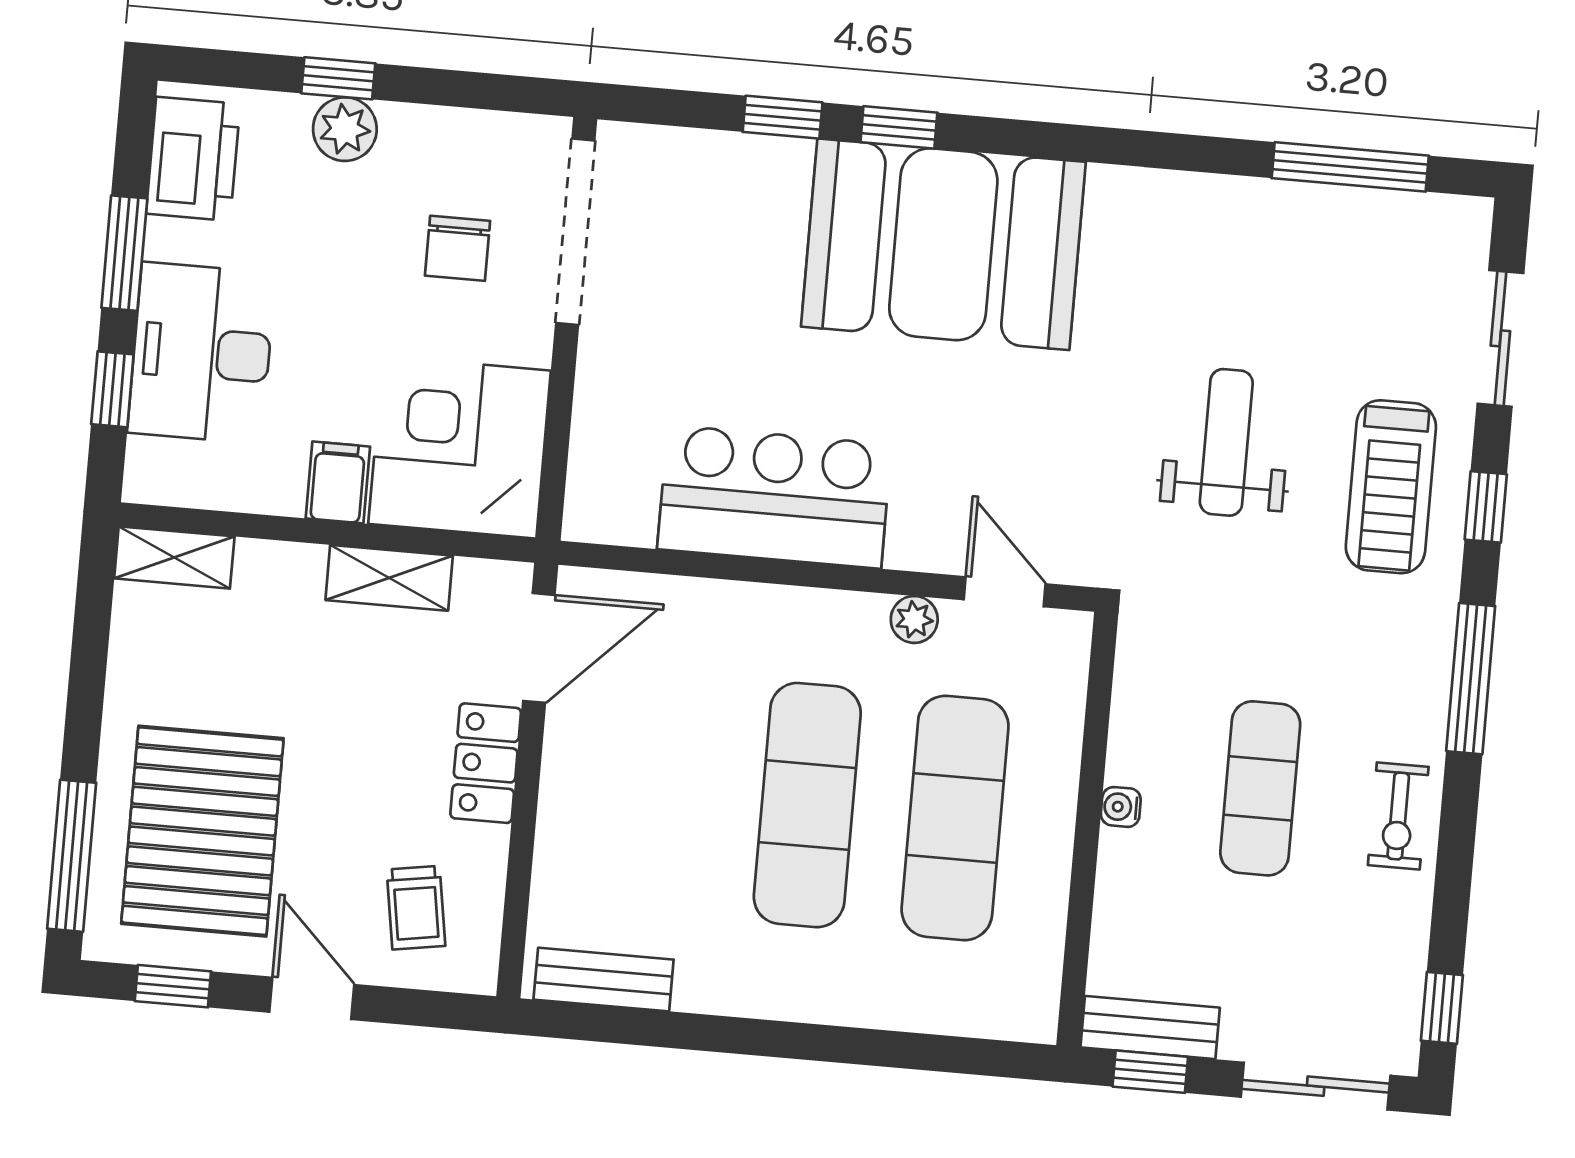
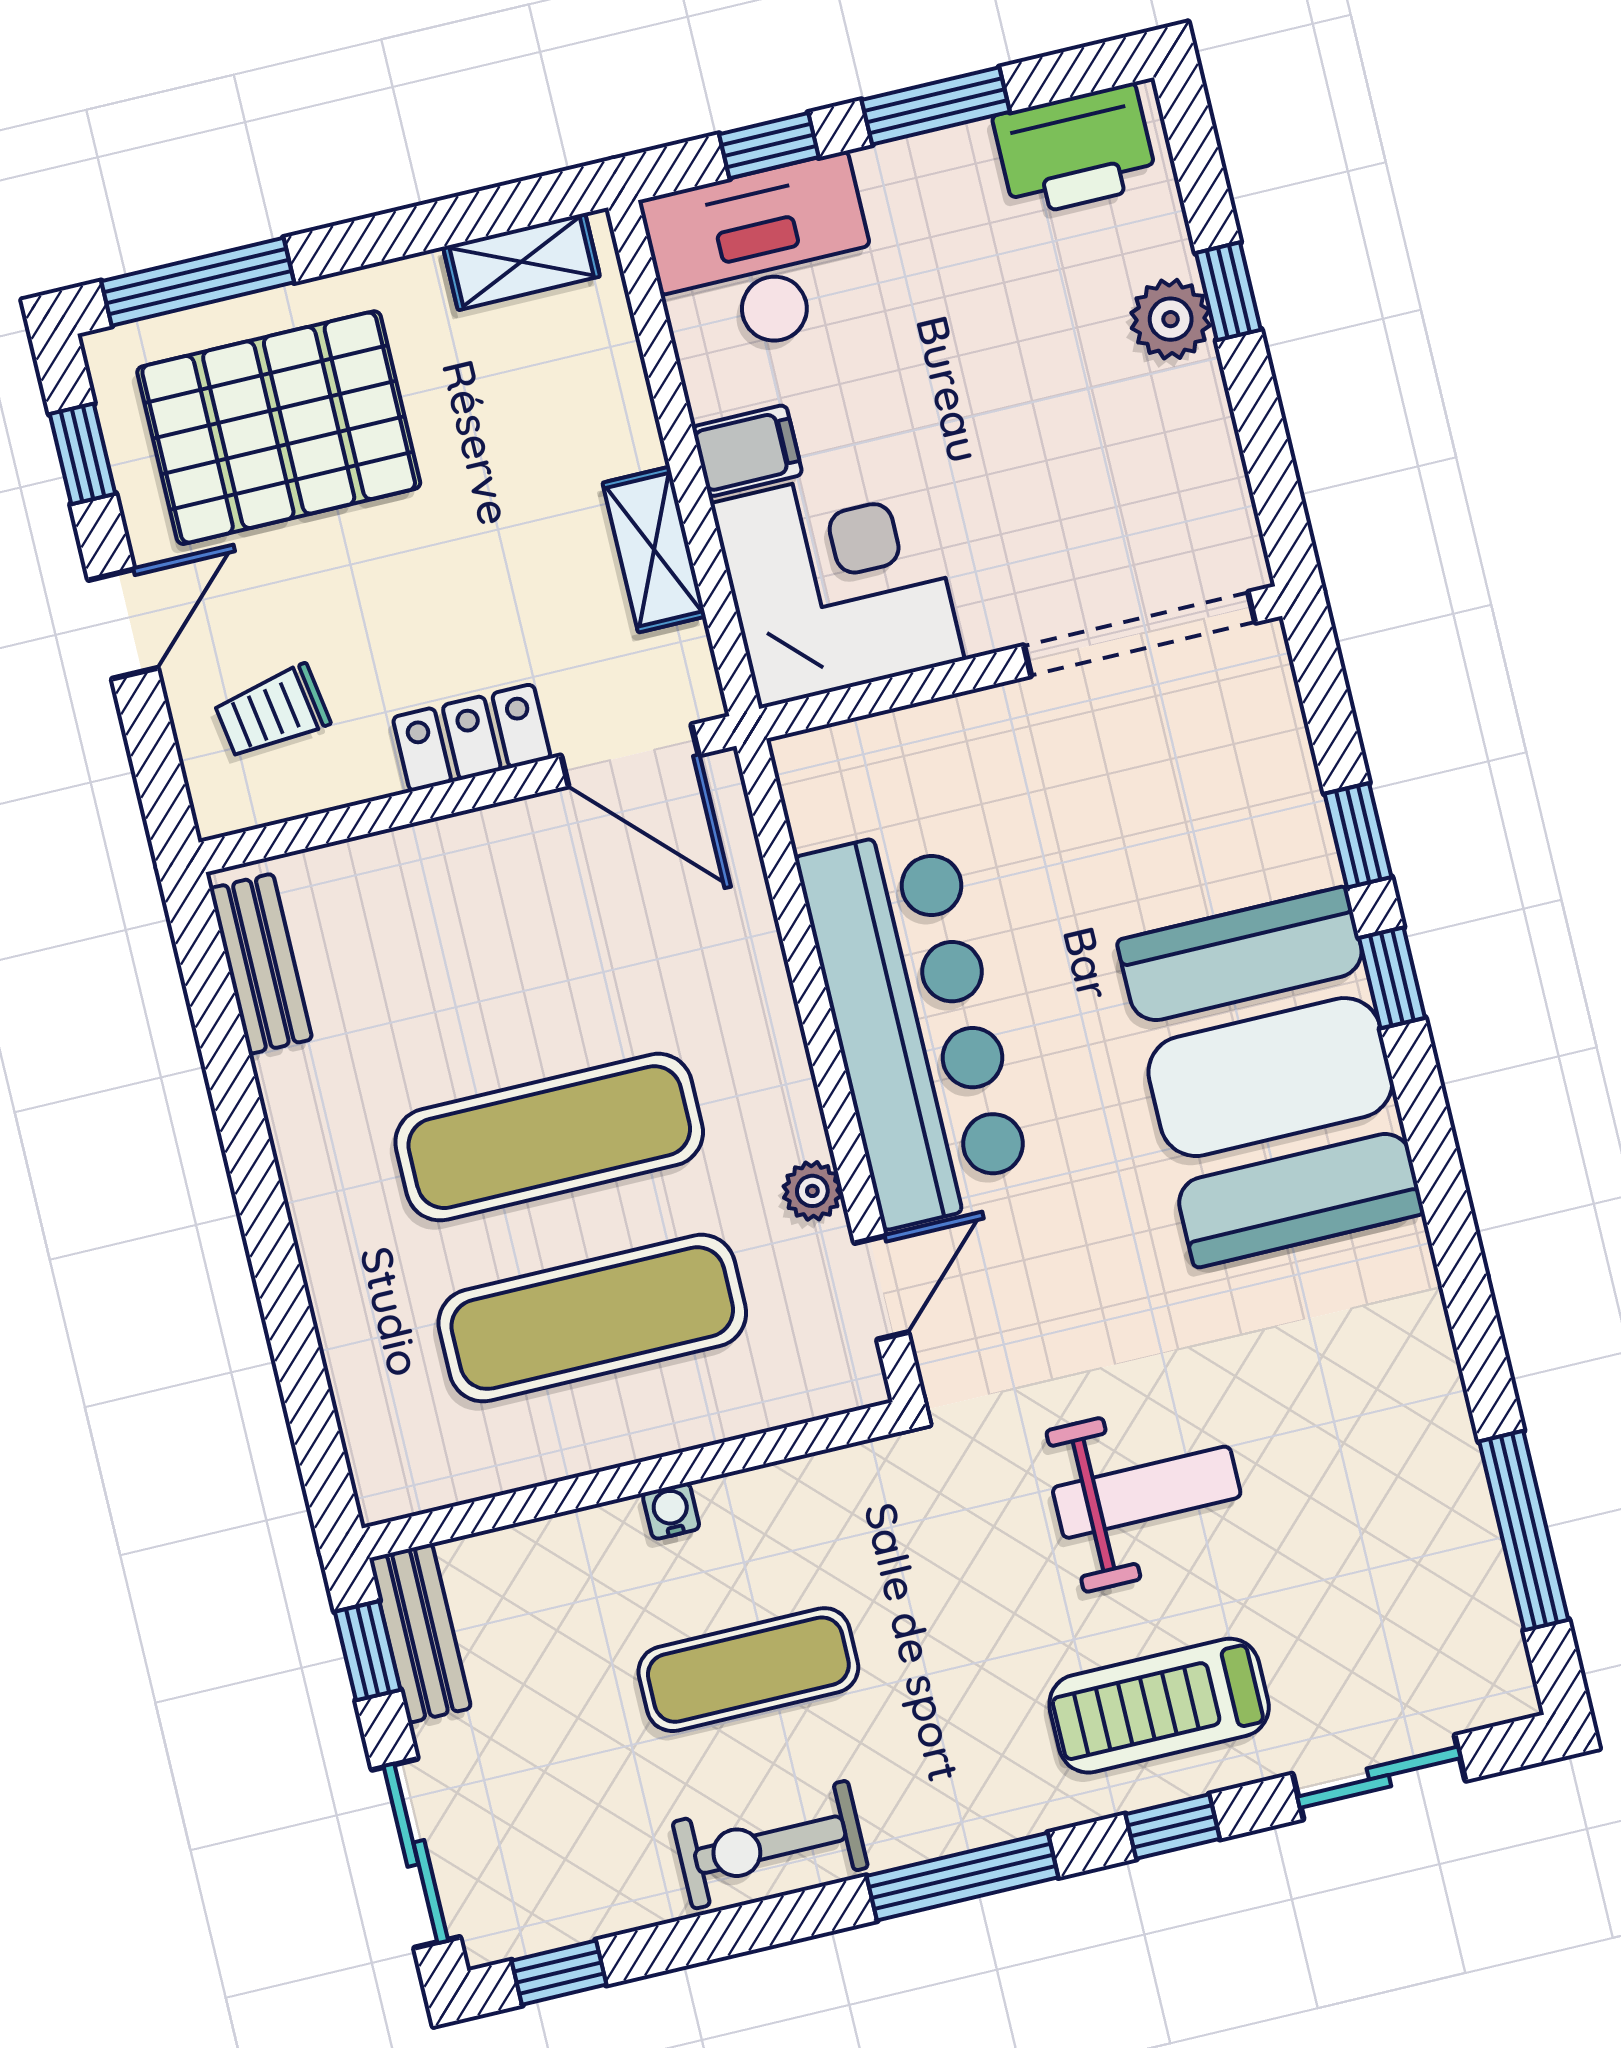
chair: (458, 248) -> (1073, 500), removed
desk: (202, 353) -> (762, 258), moved
bar counter: (774, 497) -> (915, 1026), width x1.36
shelving: (174, 557) -> (522, 262), moved, turned 90
exercise bike: (1398, 816) -> (770, 1845), width x1.38, depth x1.39

